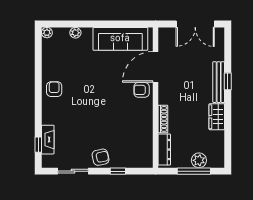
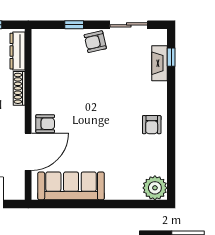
plant: (47, 33) -> (155, 188), width x1.88, depth x1.88
plant: (75, 33) -> (126, 193), removed

